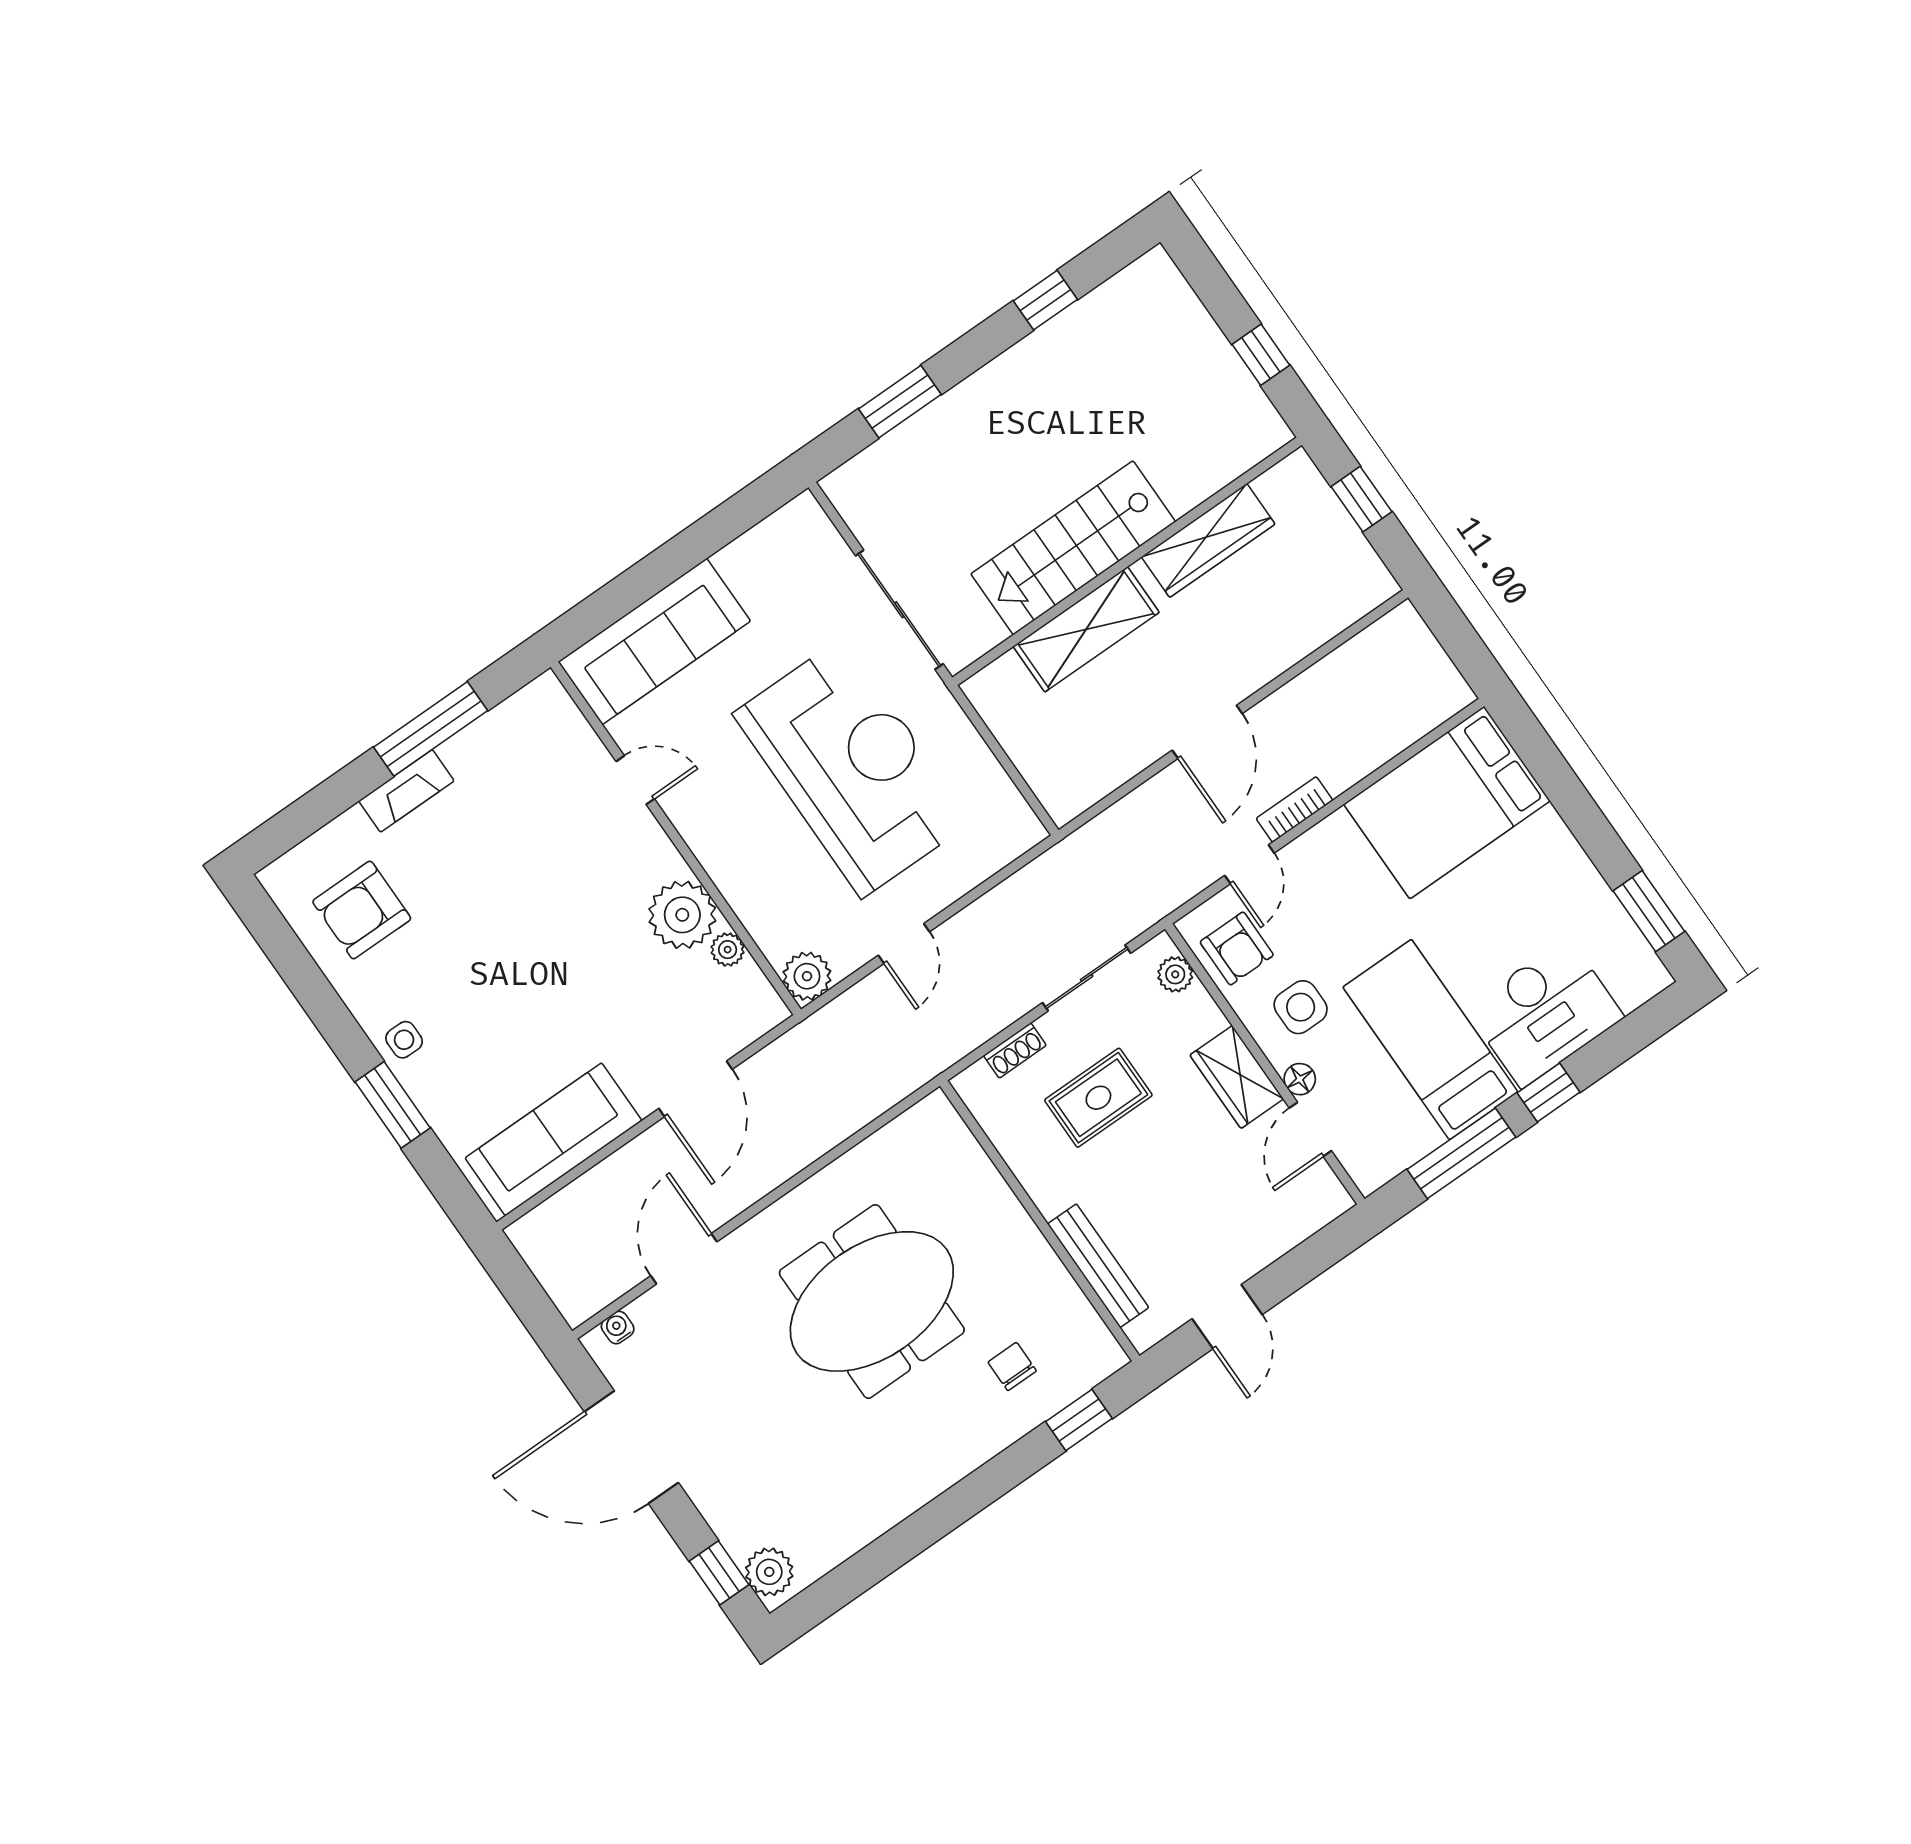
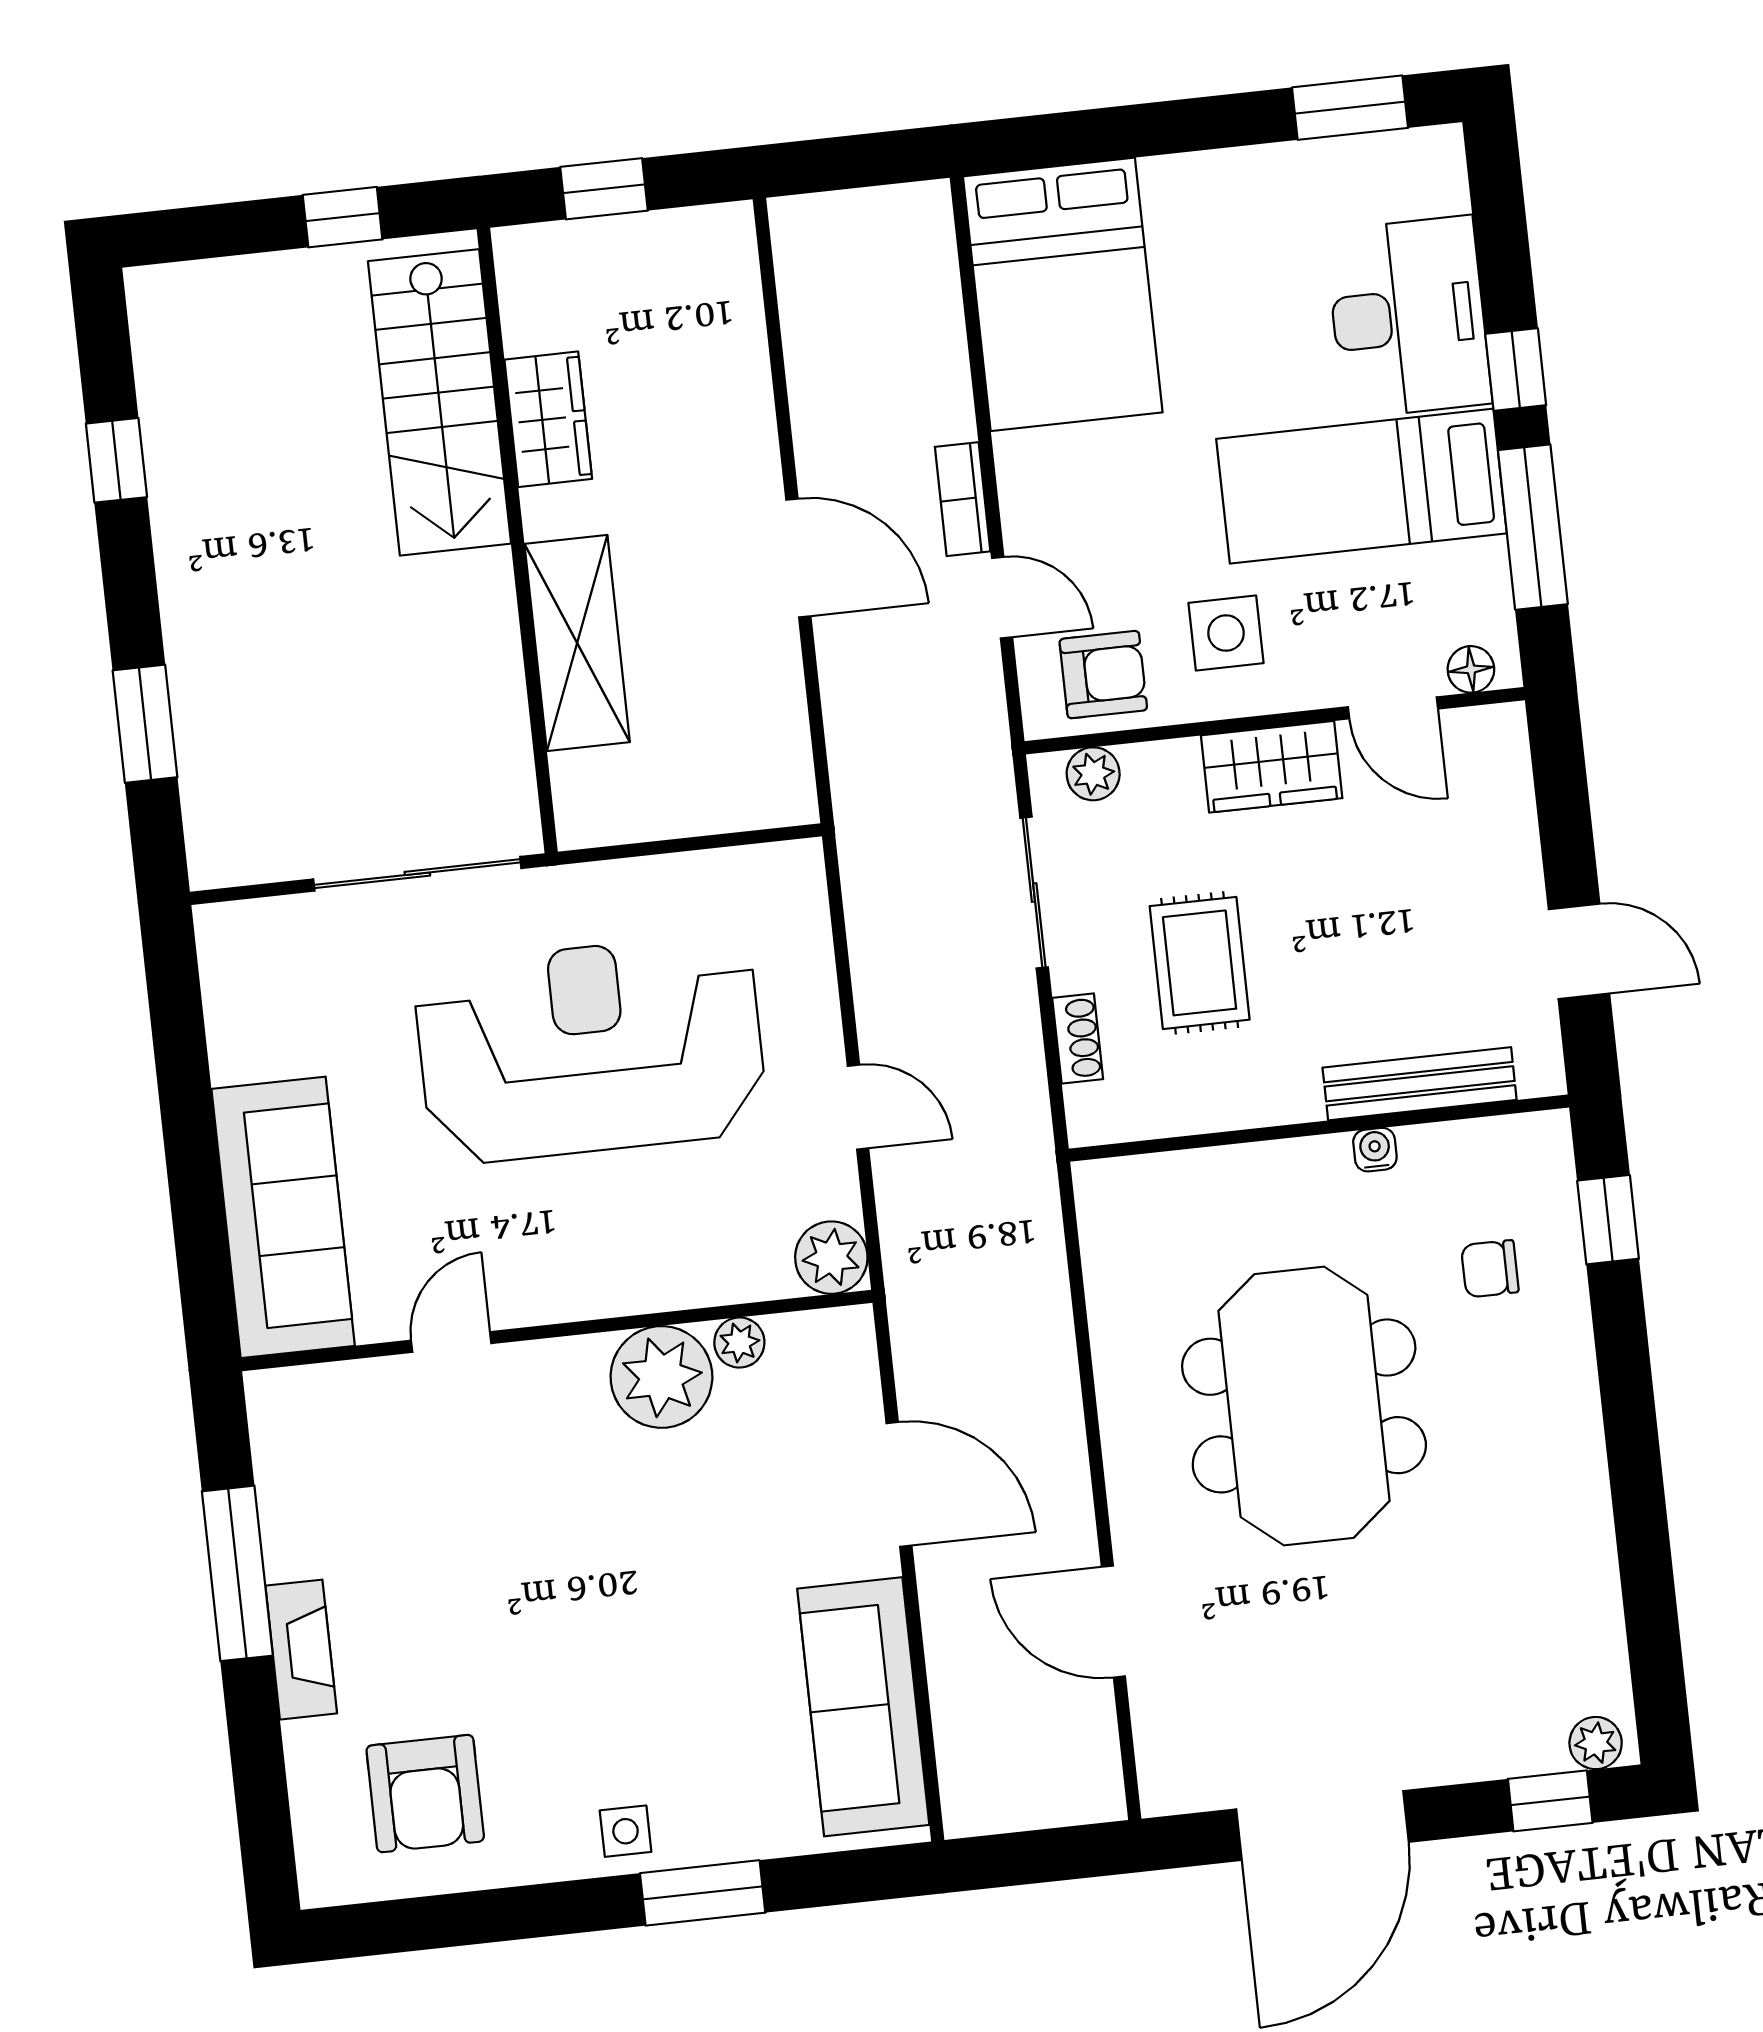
wardrobe: (1208, 540) -> (548, 419), width x0.67
stairs: (1073, 548) -> (439, 402), moved
floor lamp: (1300, 1079) -> (1471, 669), moved
water cooler: (618, 1328) -> (1375, 1150), moved, turned 90
plant: (769, 1572) -> (1596, 1743), width x0.73, depth x0.73

